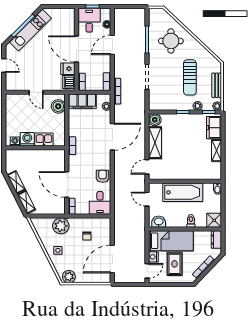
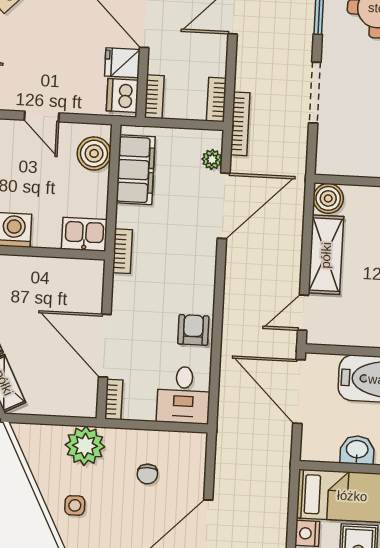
filing cabinet: (82, 101) -> (136, 170), moved, turned -90
door: (112, 137) -> (224, 206), moved
kitchen sink: (44, 140) -> (84, 234), moved
door: (147, 199) -> (299, 392), width x1.88
washbasin: (159, 222) -> (357, 450), moved

